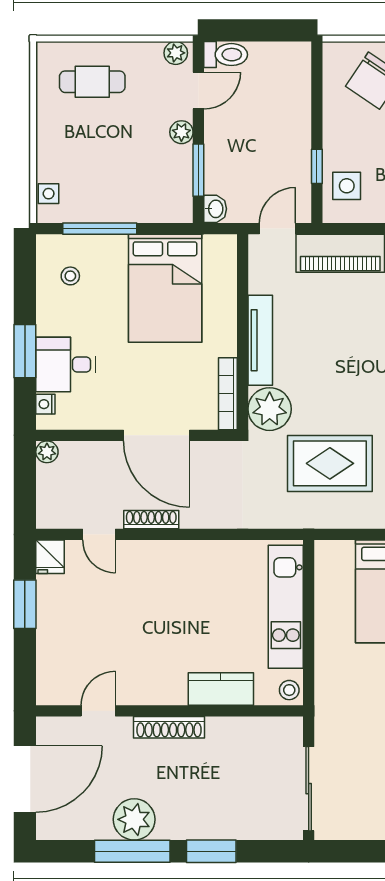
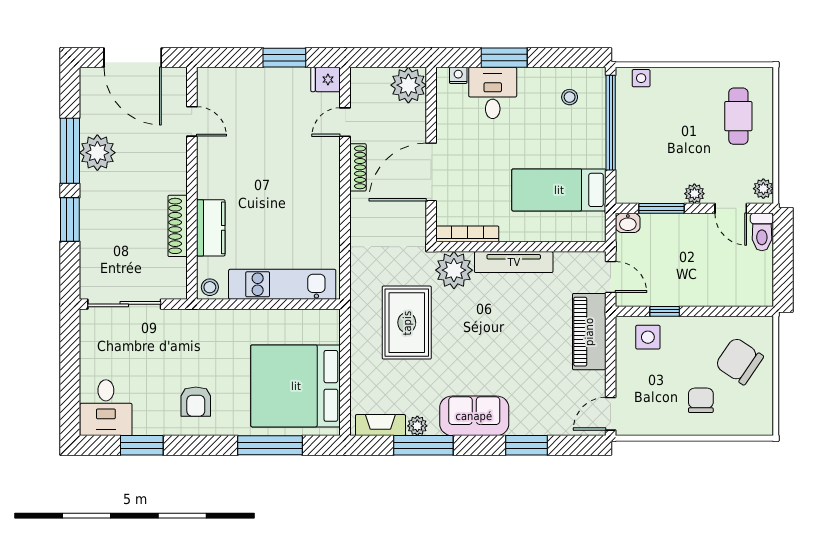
window: (100, 229) -> (611, 123), width x1.46
bed: (165, 288) -> (559, 190), width x0.67
plant: (47, 452) -> (408, 85), width x1.88, depth x1.88
shoe rack: (169, 727) -> (178, 226), moved

